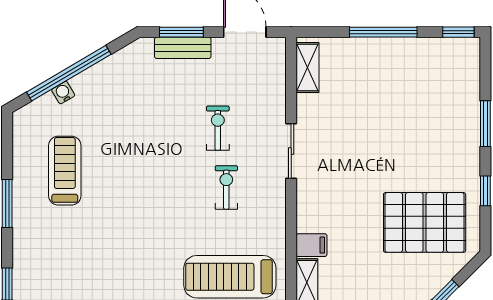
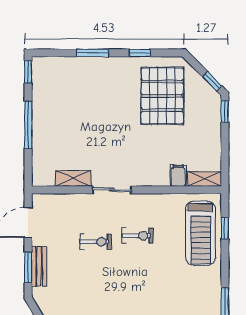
shelving: (307, 68) -> (73, 178), moved
exercise bike: (218, 128) -> (96, 242), turned 180
exercise bike: (226, 187) -> (138, 236), turned 180

